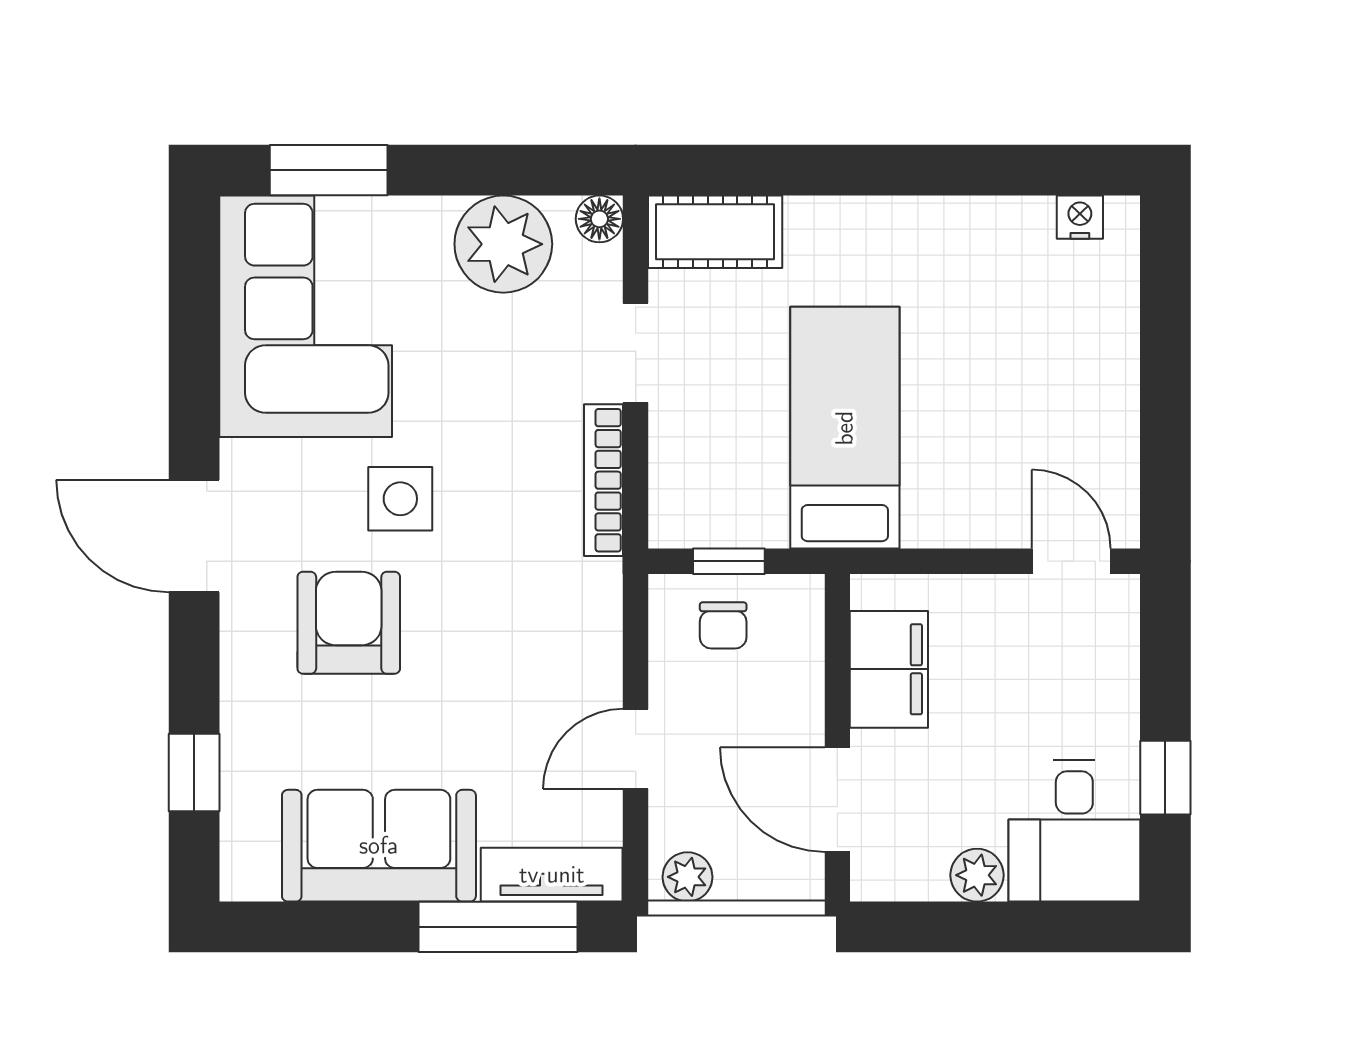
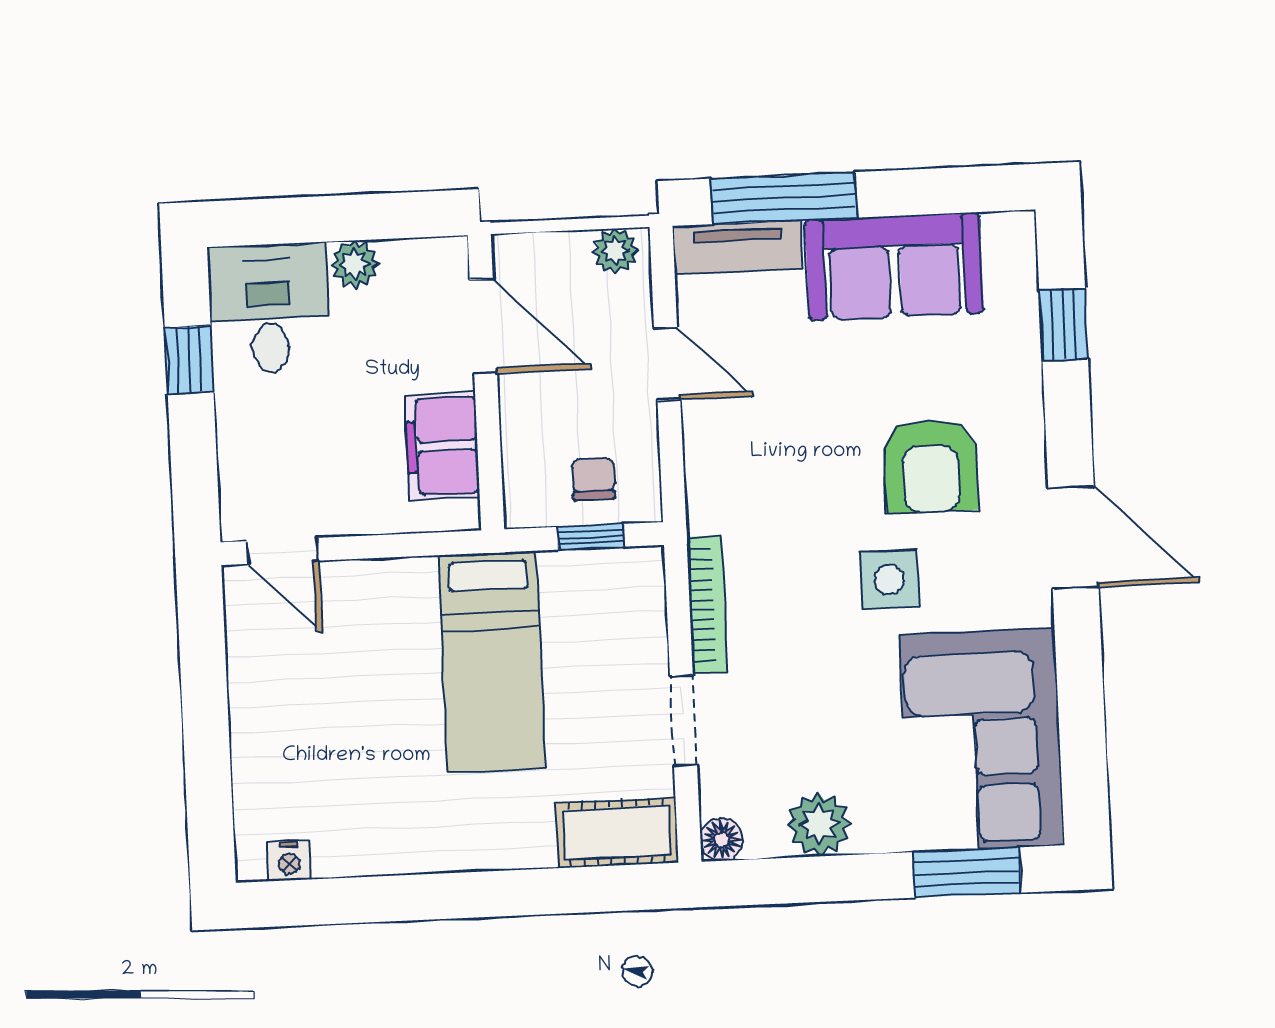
plant: (503, 244) -> (819, 824), width x0.73, depth x0.73
door: (636, 749) -> (667, 364), hinge flipped

